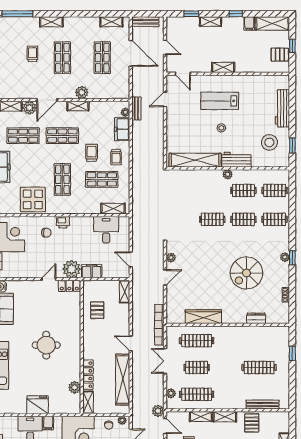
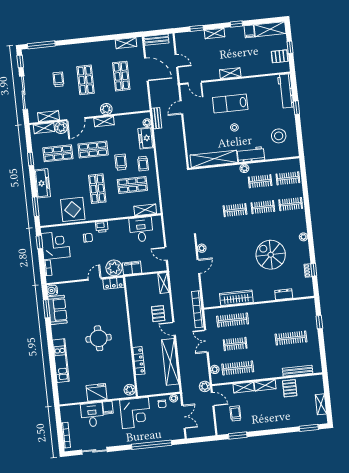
shelving: (51, 22) -> (49, 116), moved
workbench: (282, 108) -> (286, 91), moved
window: (292, 146) -> (296, 108), moved
window: (292, 258) -> (314, 270), moved
spiral stairs: (246, 273) -> (271, 255), turned 90
pallet: (97, 310) -> (158, 314), moved
plant: (75, 387) -> (130, 390), moved
shelving: (88, 402) -> (141, 386), removed

